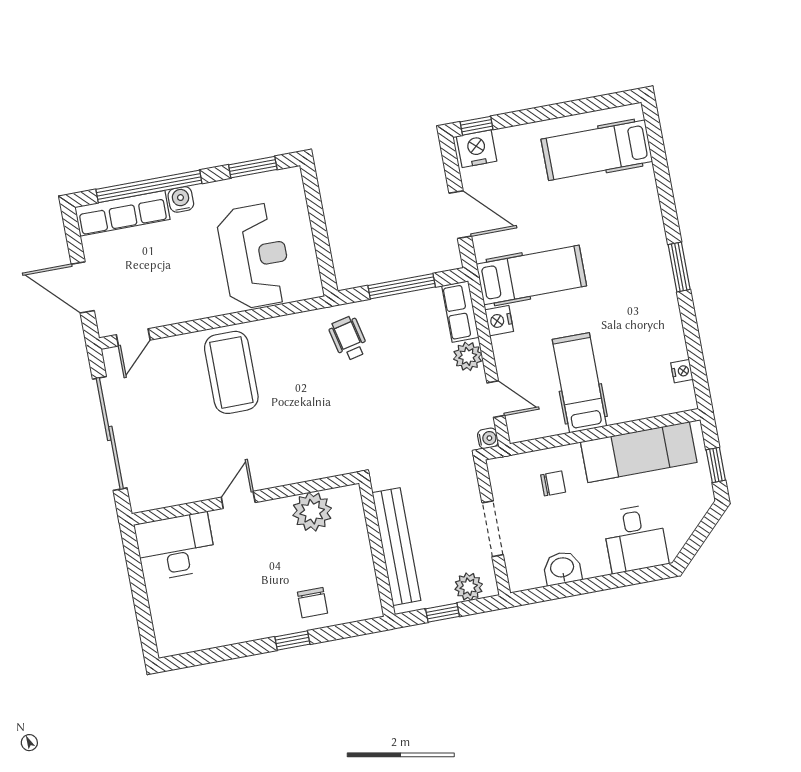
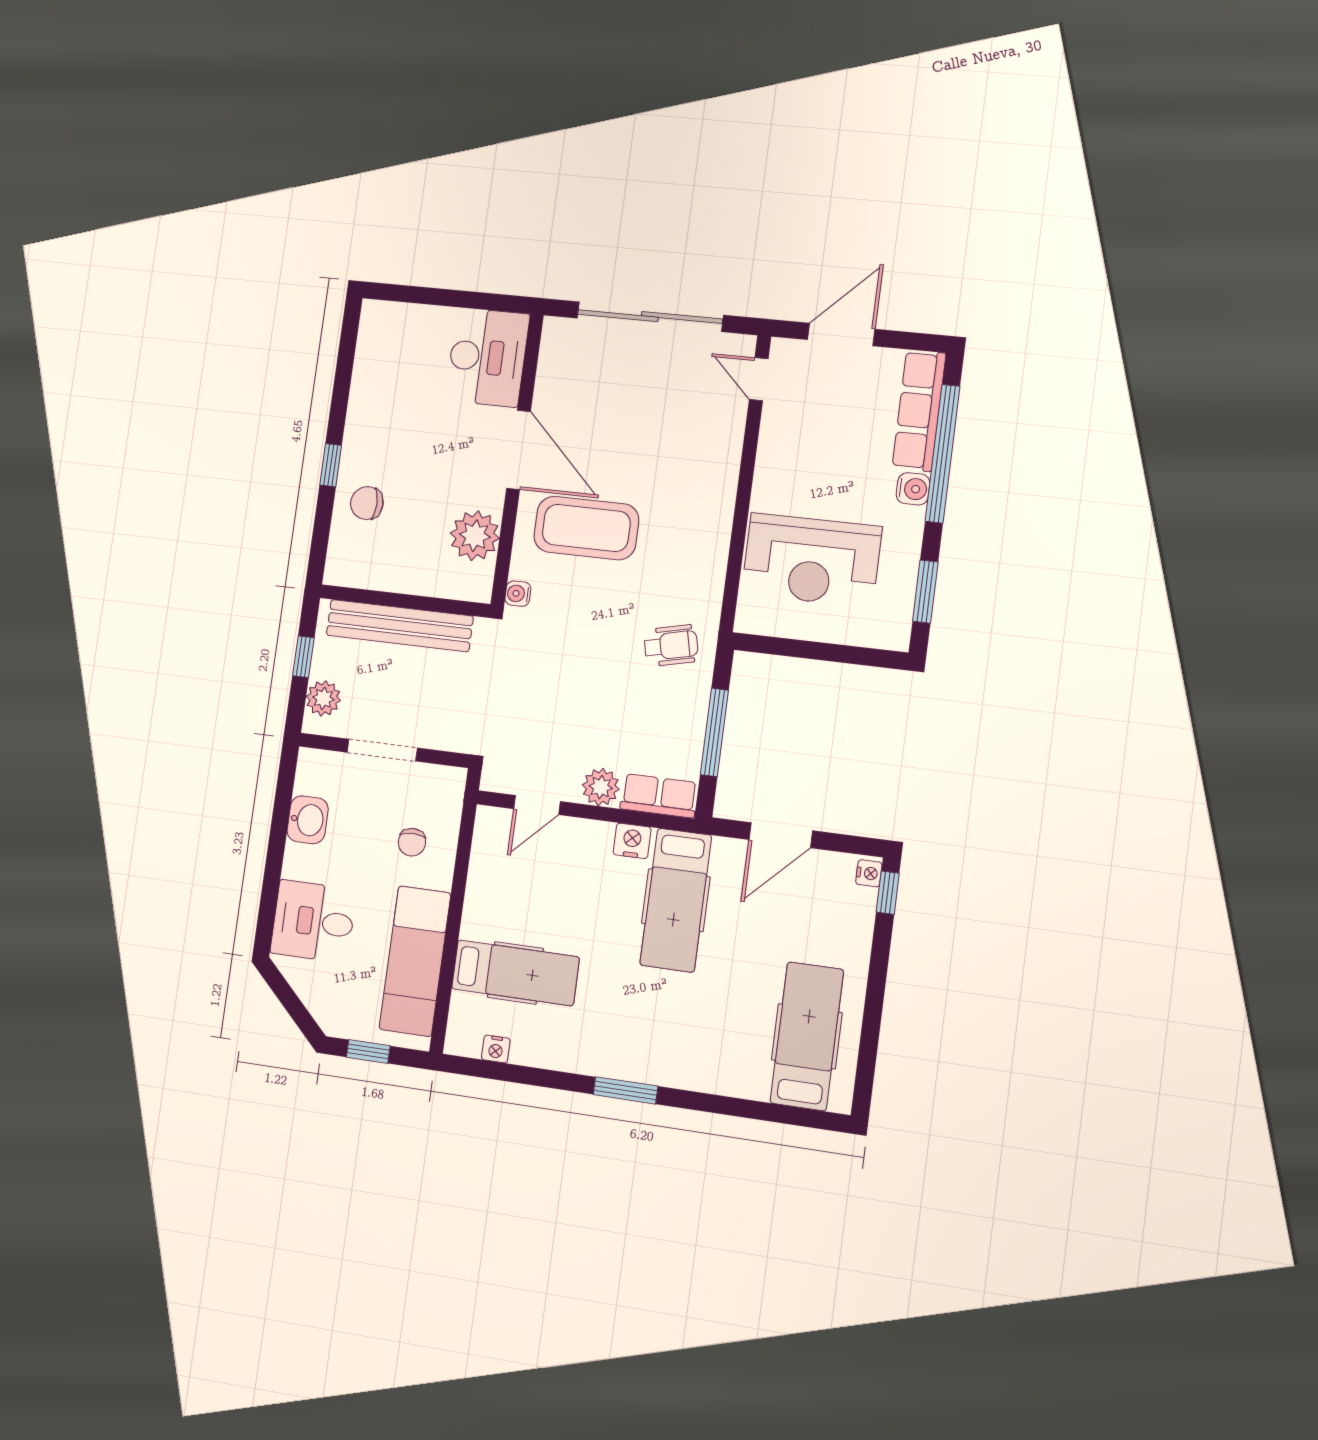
nightstand: (477, 149) -> (869, 873), width x0.53, depth x0.56
coffee table: (231, 372) -> (586, 528), moved
hospital bed: (579, 383) -> (515, 973), moved
water cooler: (488, 438) -> (518, 594), moved, turned 90
door: (238, 500) -> (519, 450), width x1.88

